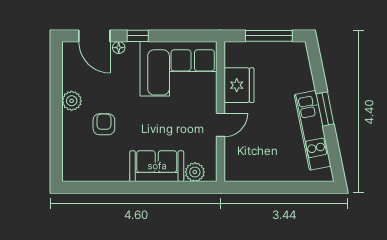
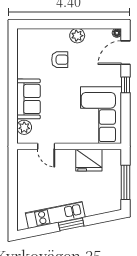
floor lamp: (119, 48) -> (117, 33), moved
door: (221, 125) -> (46, 146), moved

